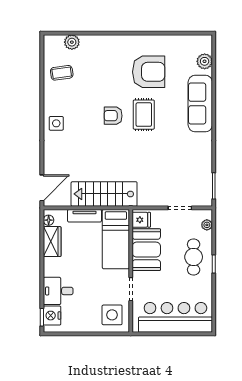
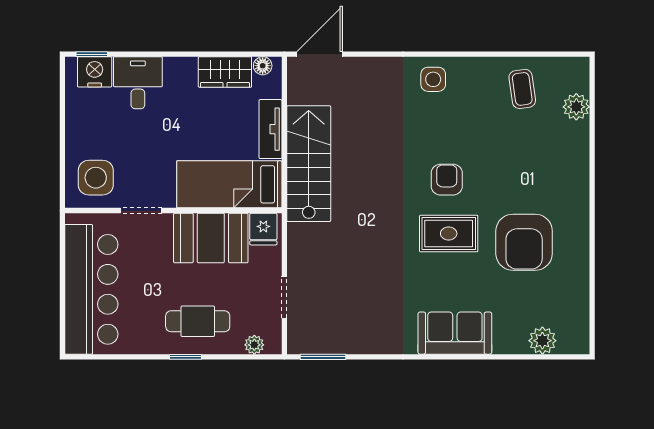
sofa: (200, 104) -> (455, 333), width x0.73
door: (42, 188) -> (320, 54), swing flipped

